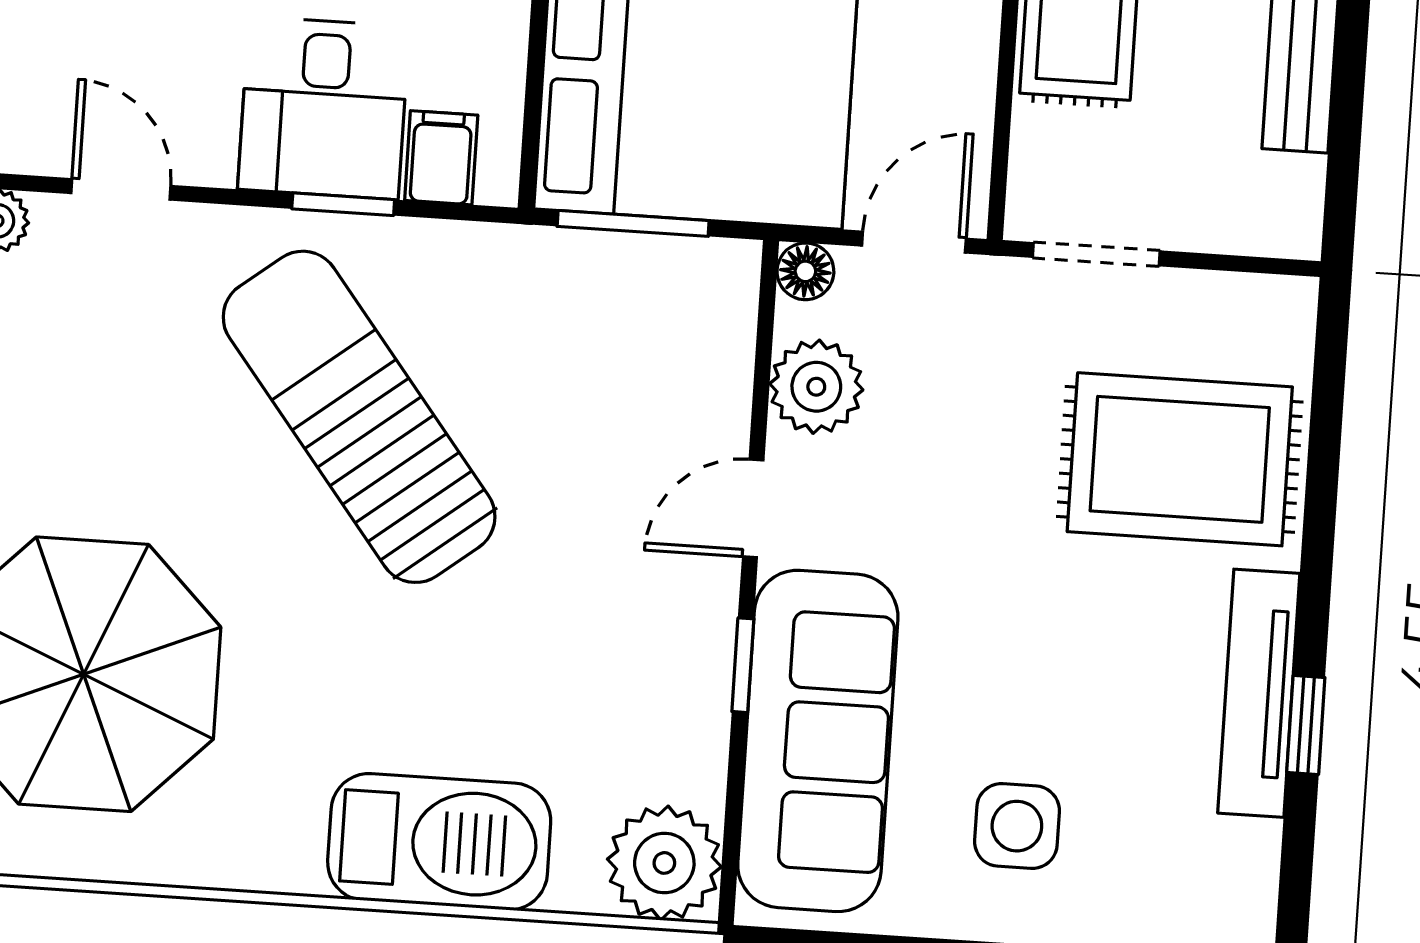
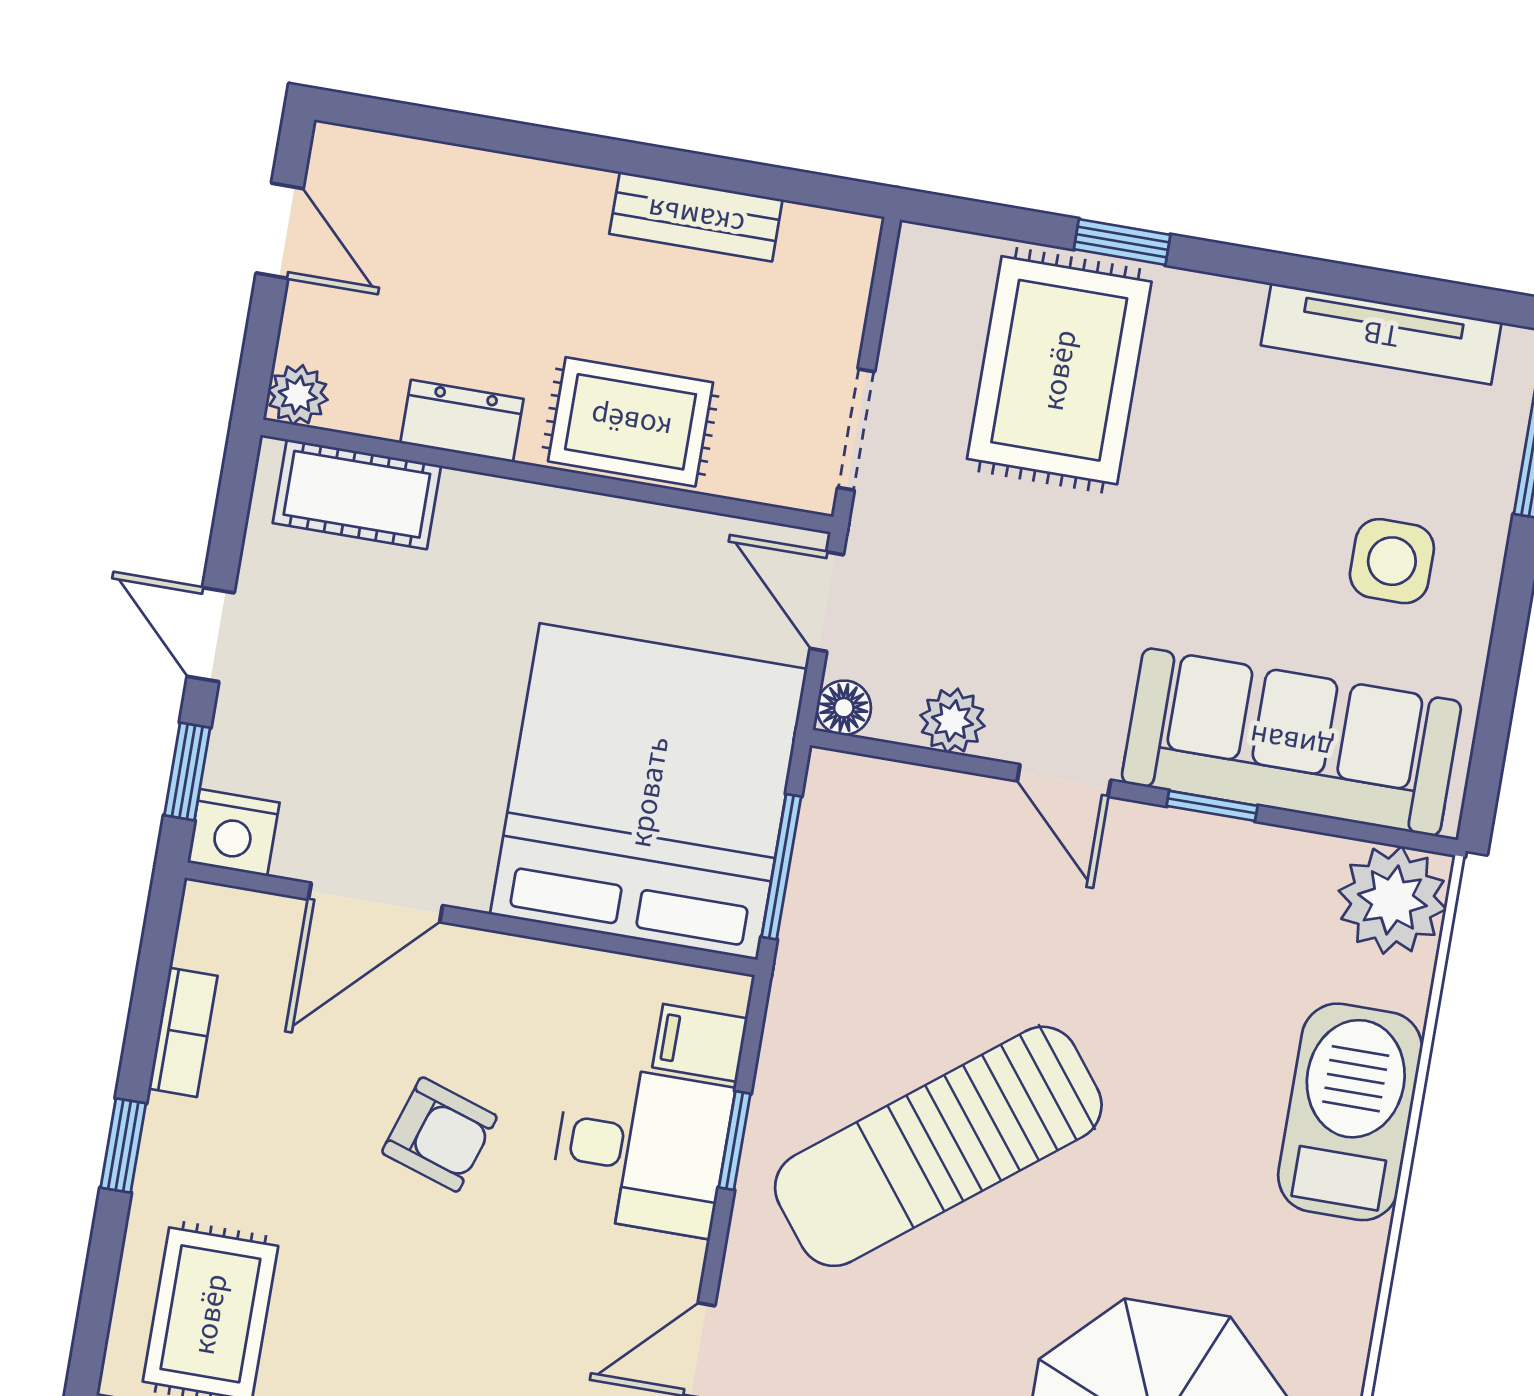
plant: (816, 387) -> (952, 721), width x0.73, depth x0.73
tv unit: (1259, 693) -> (1381, 334), moved
window: (1306, 725) -> (1122, 242), moved

